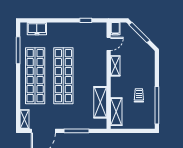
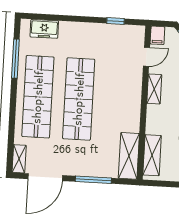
shelving: (100, 102) -> (129, 156), moved

